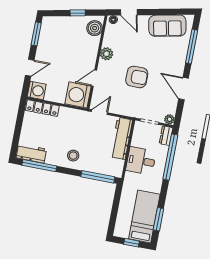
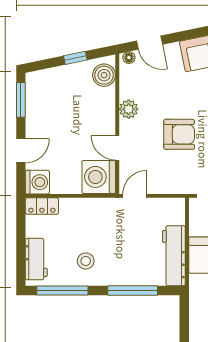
door: (94, 78) -> (117, 148), hinge flipped
locker: (42, 108) -> (42, 206), width x0.66
workbench: (121, 138) -> (174, 256), moved
workbench: (31, 153) -> (36, 259), moved, turned 90
stool: (73, 156) -> (86, 261), moved
window: (98, 177) -> (133, 290), moved

